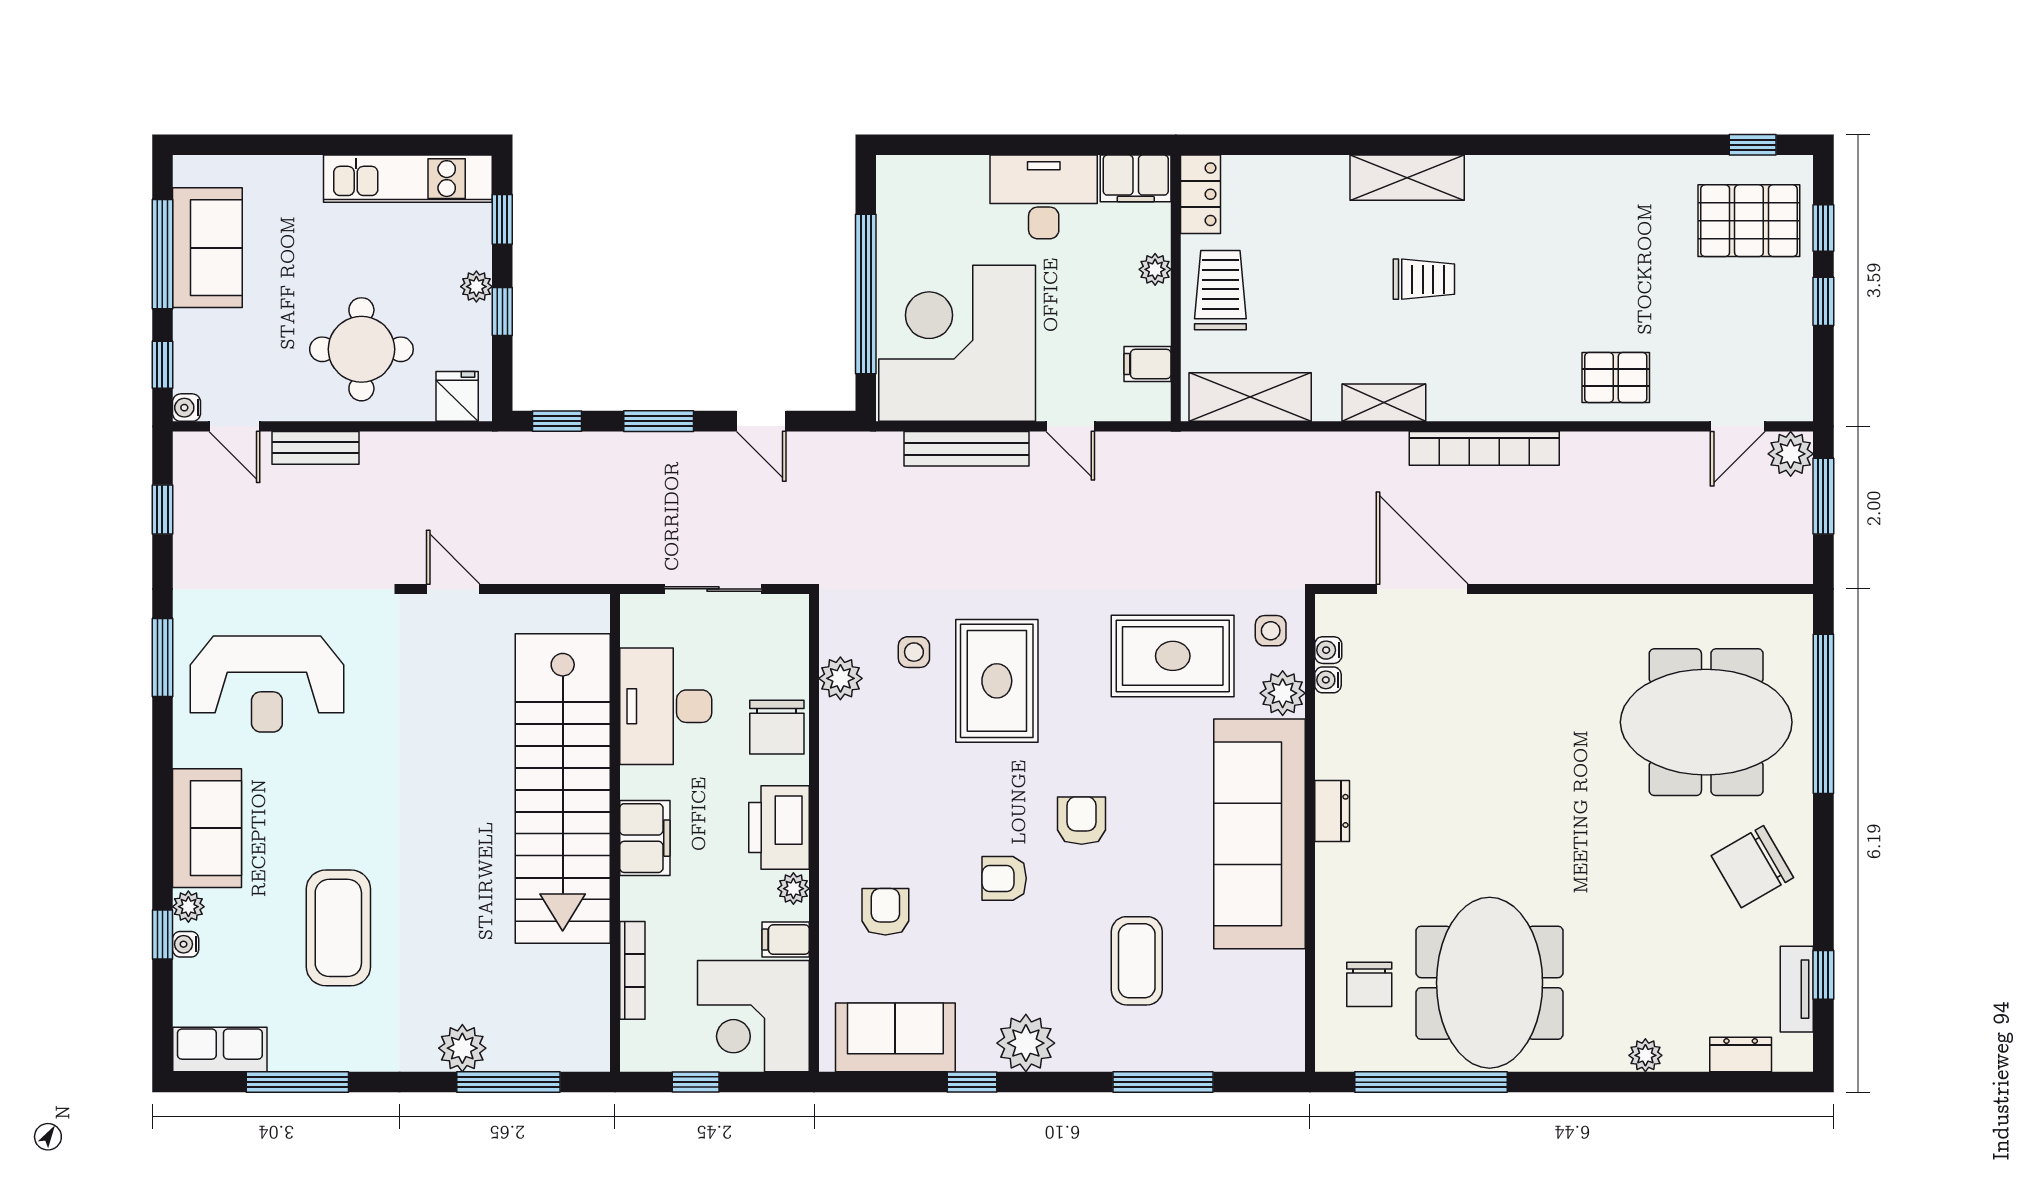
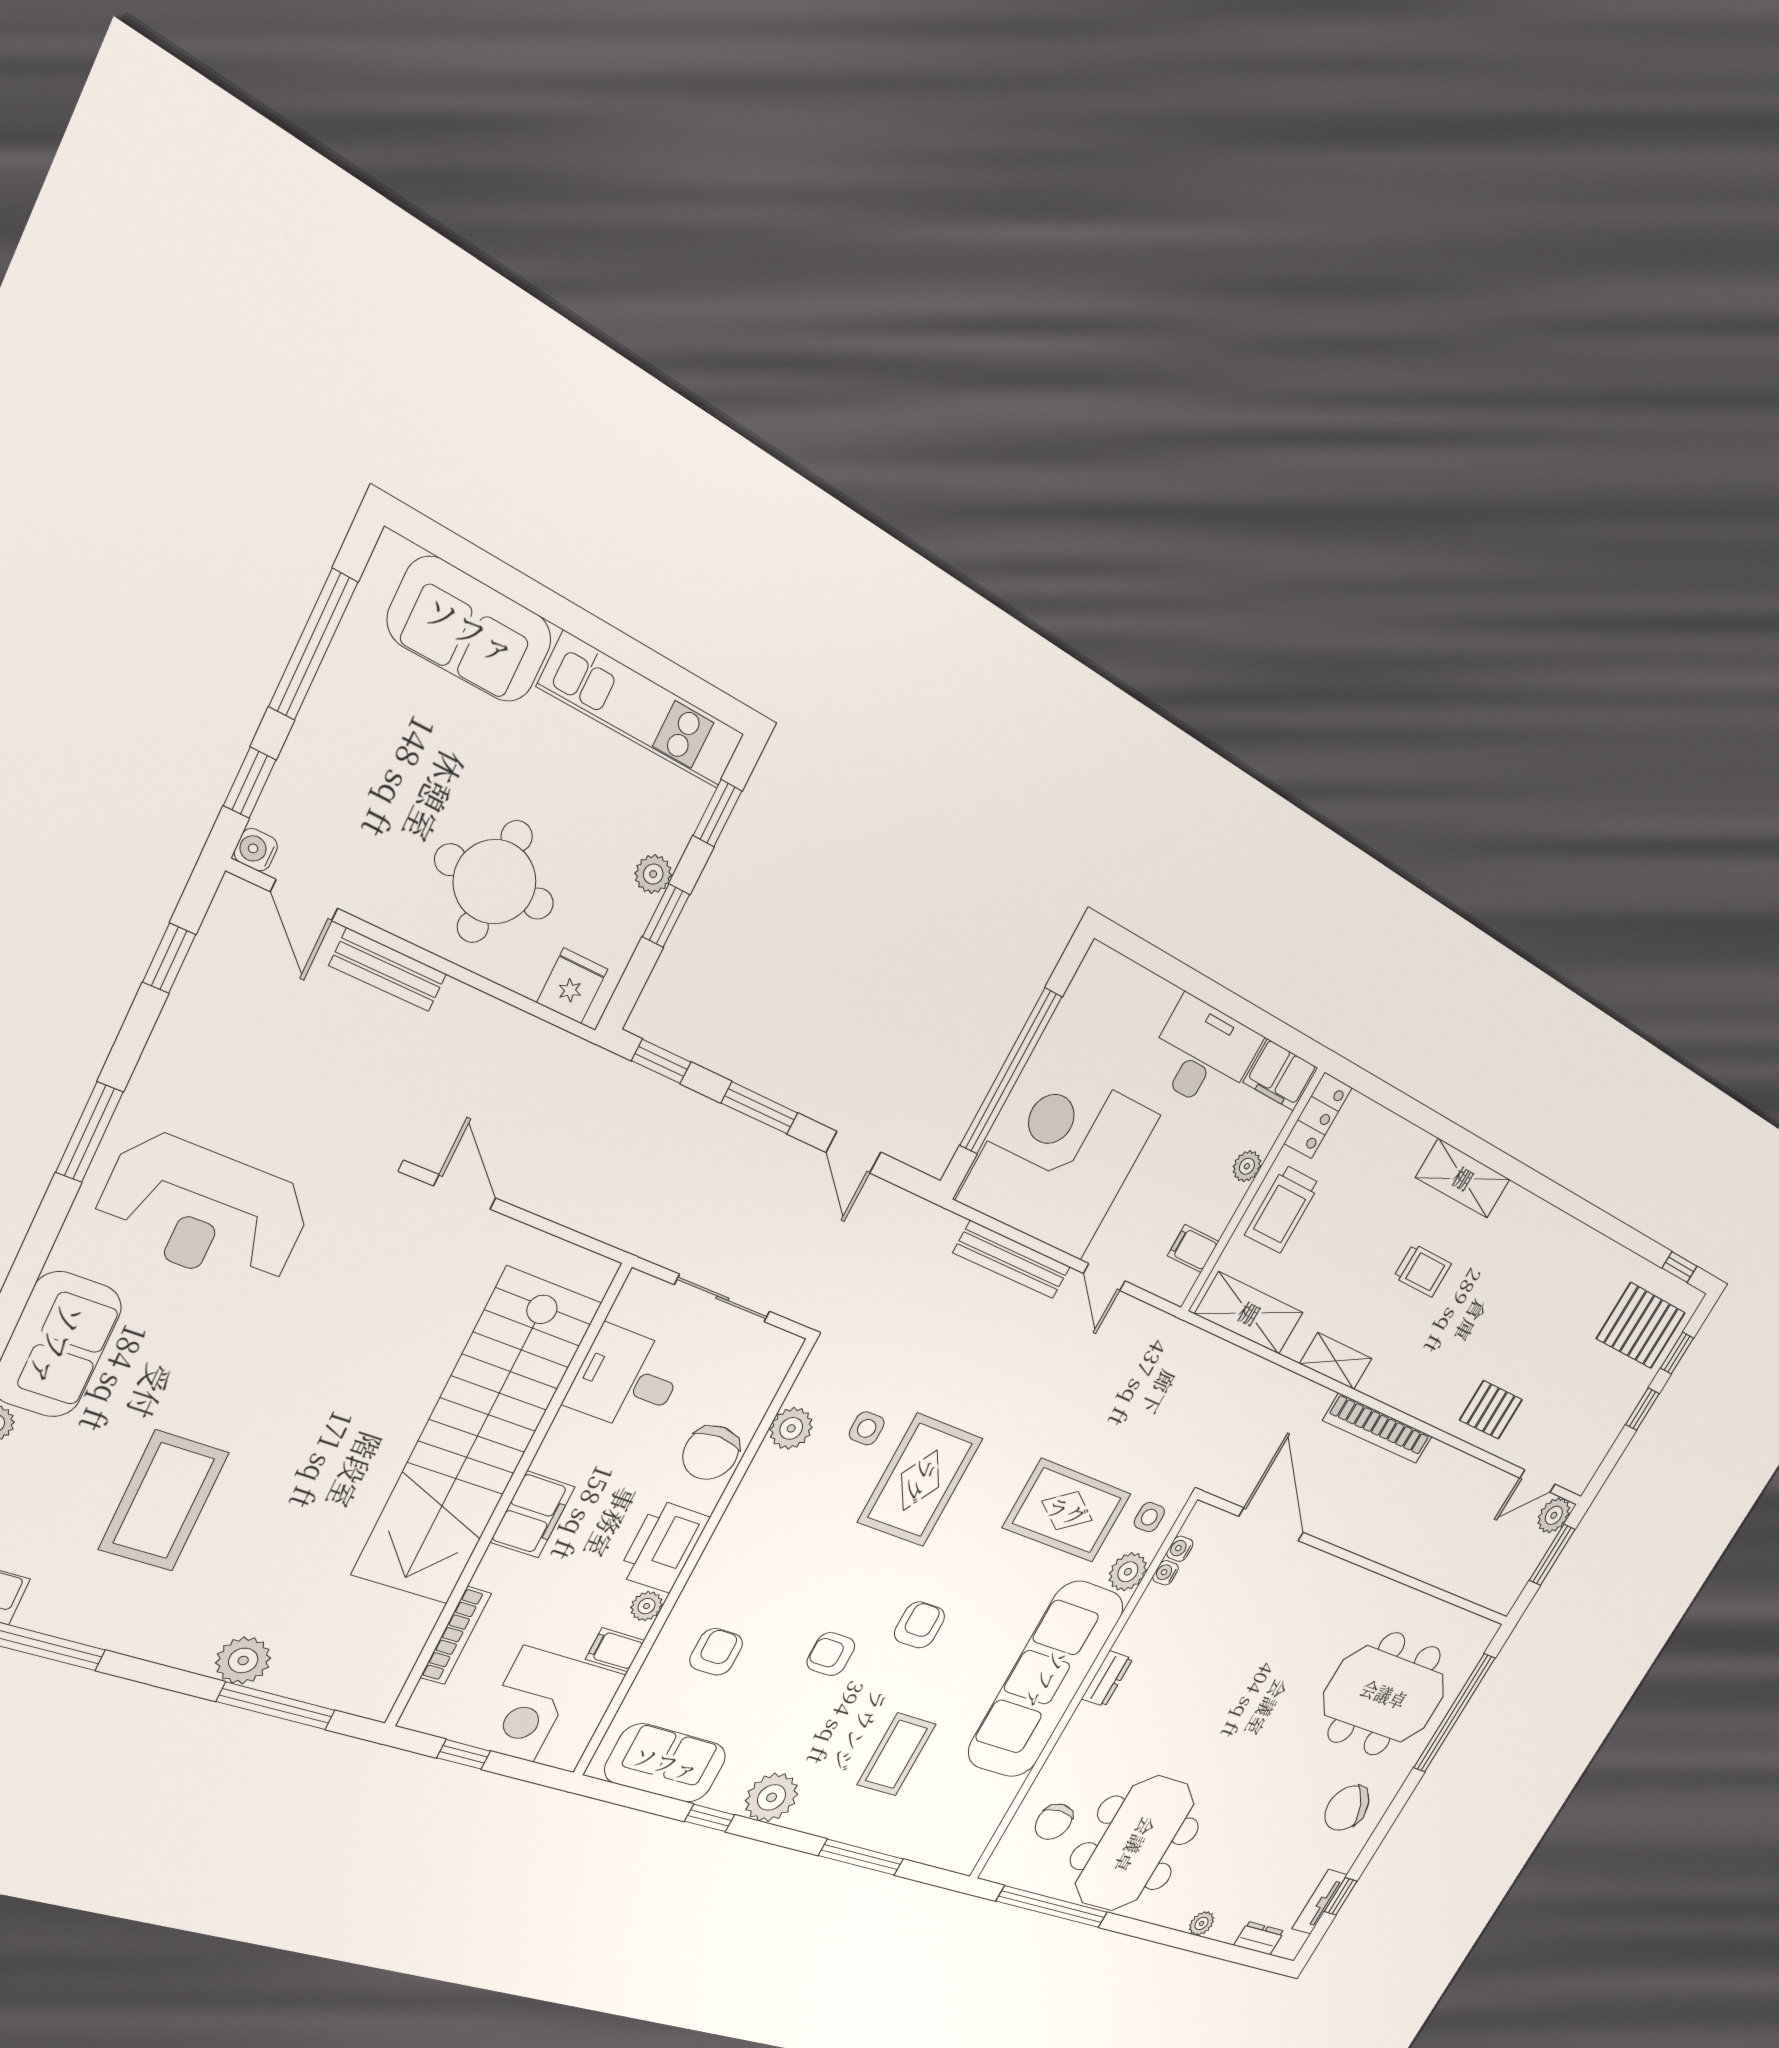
sofa: (207, 248) -> (470, 630), moved, turned 90
trolley: (1220, 290) -> (1282, 1209), turned 180
desk: (666, 706) -> (626, 1380), width x0.73

